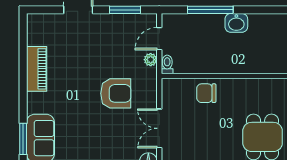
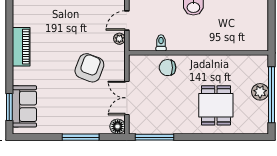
toilet: (167, 64) -> (161, 43), moved
armchair: (116, 93) -> (89, 68), turned -69

